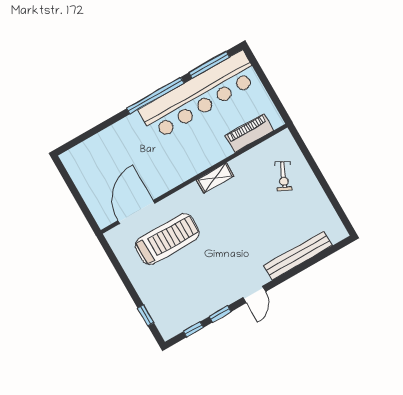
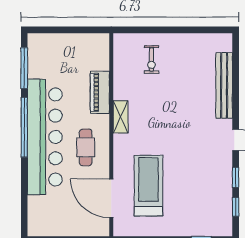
bar counter: (199, 95) -> (45, 137), moved
piano: (249, 133) -> (100, 92), moved
cafe table: (169, 162) -> (86, 147), added
exercise bike: (283, 176) -> (151, 60), turned 65

